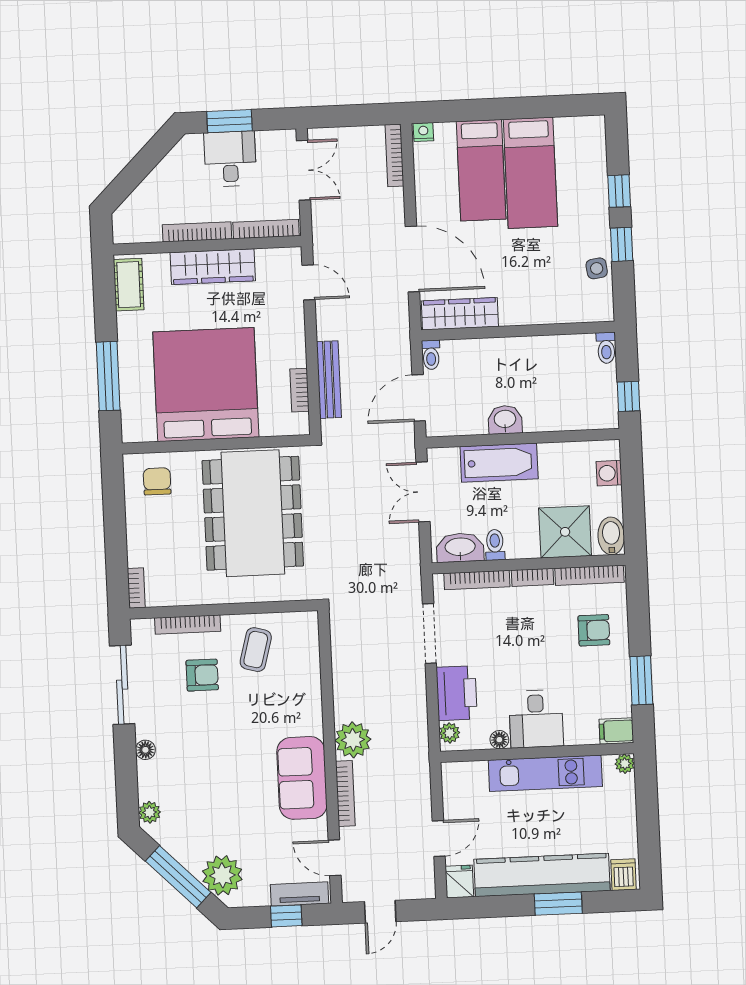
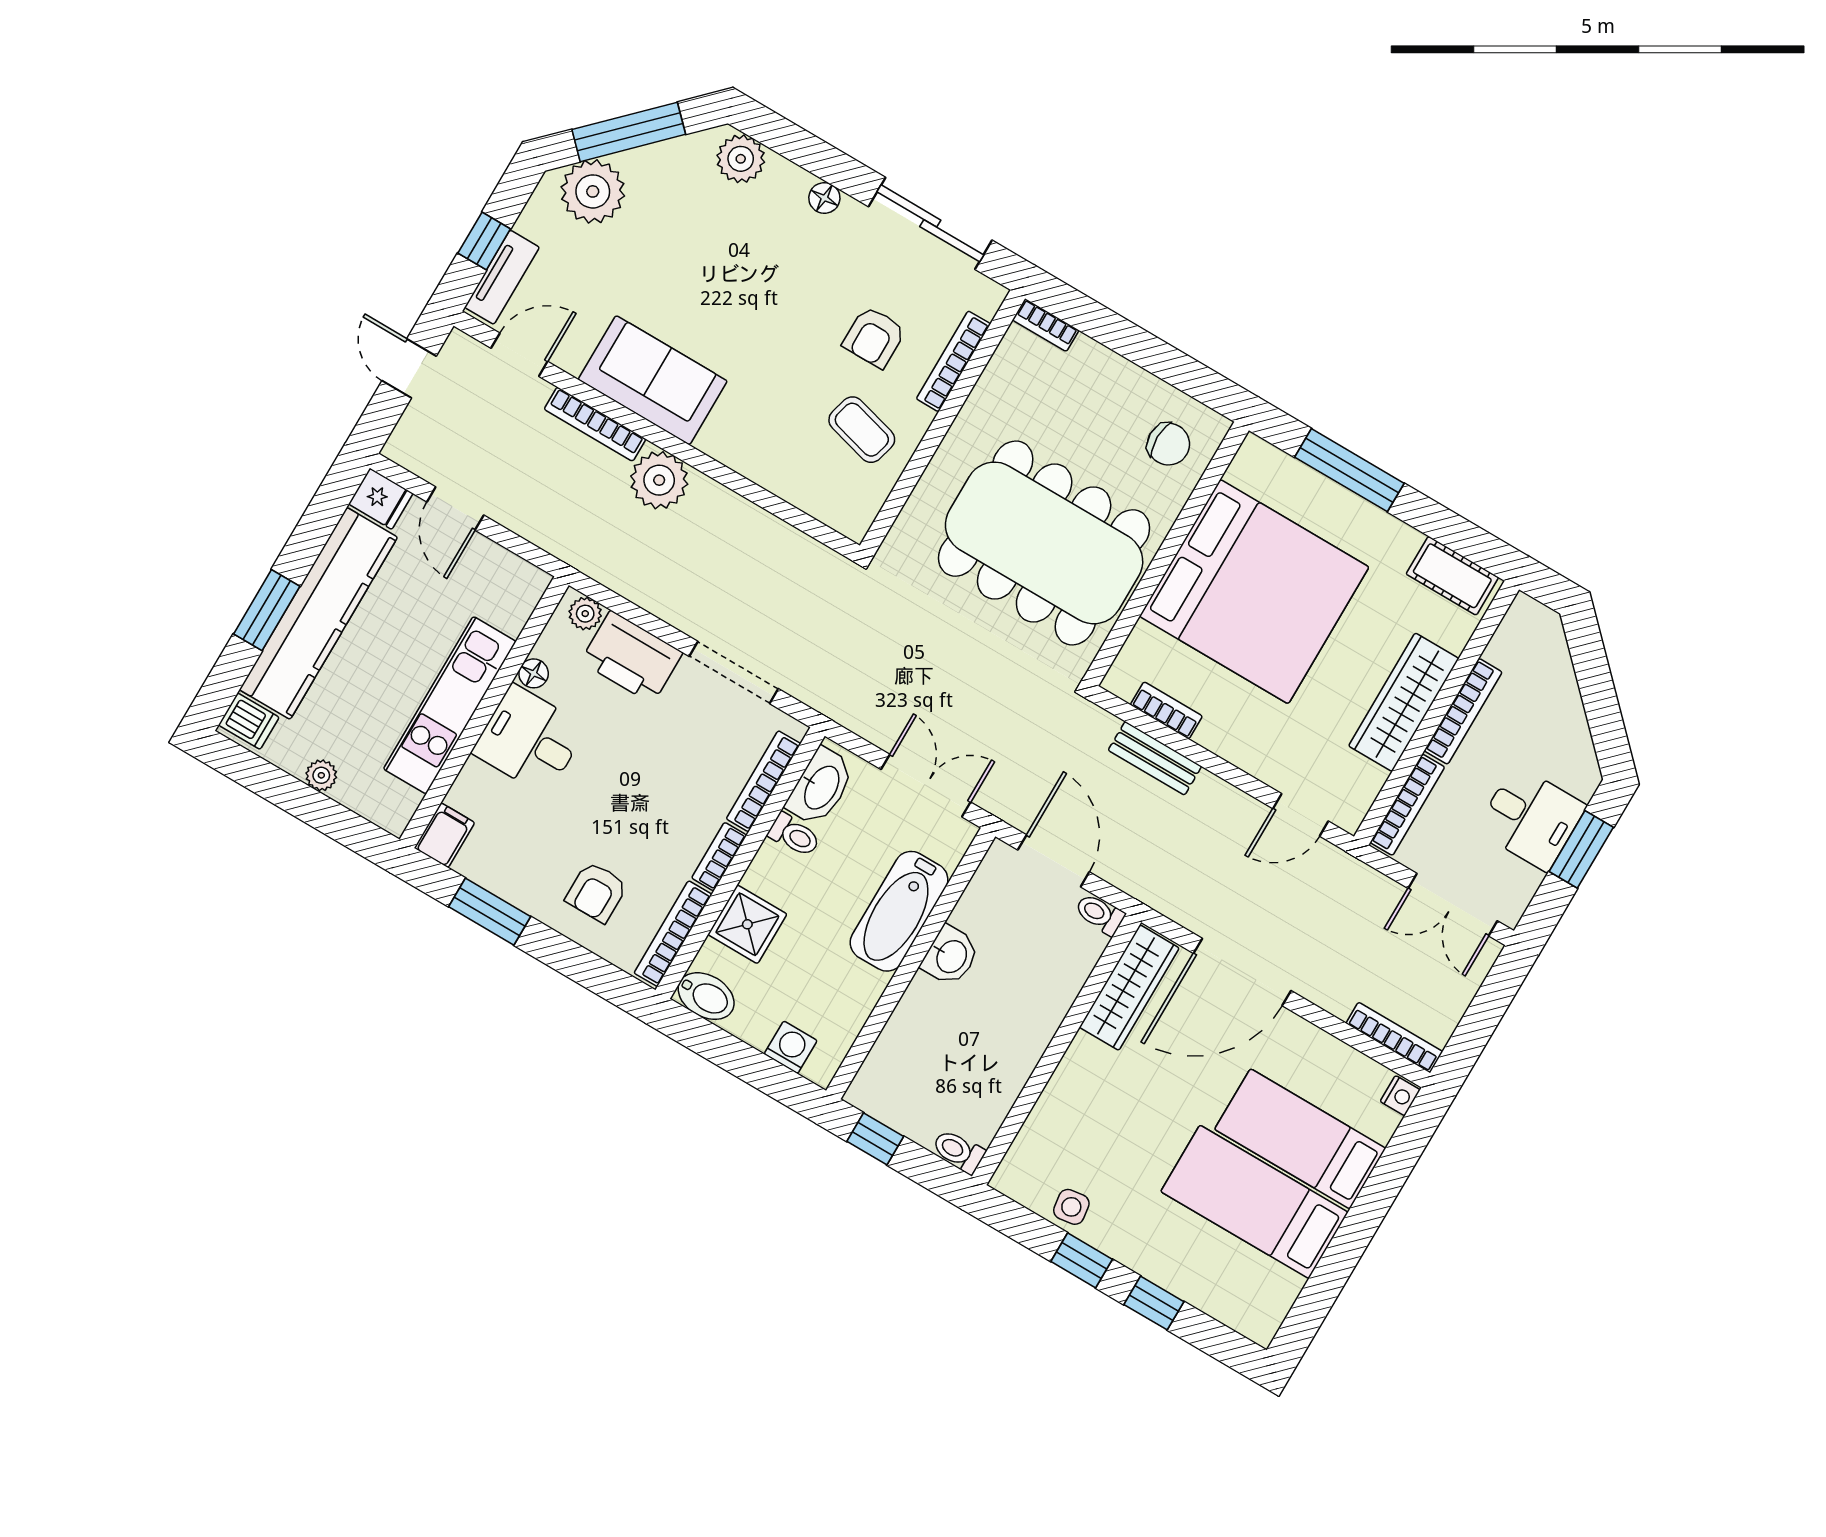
bench: (329, 380) -> (1155, 758), width x0.73
shower: (565, 532) -> (747, 924), width x0.73, depth x0.73
plant: (625, 764) -> (321, 775), moved
plant: (150, 812) -> (741, 159), width x1.38, depth x1.38

